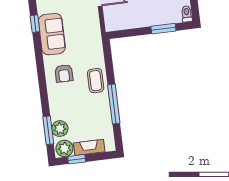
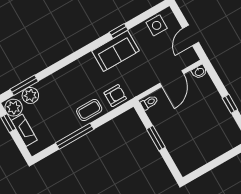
toilet: (187, 14) -> (149, 103), moved
window: (163, 29) -> (156, 138), moved
armchair: (64, 73) -> (115, 96), moved, turned 180

